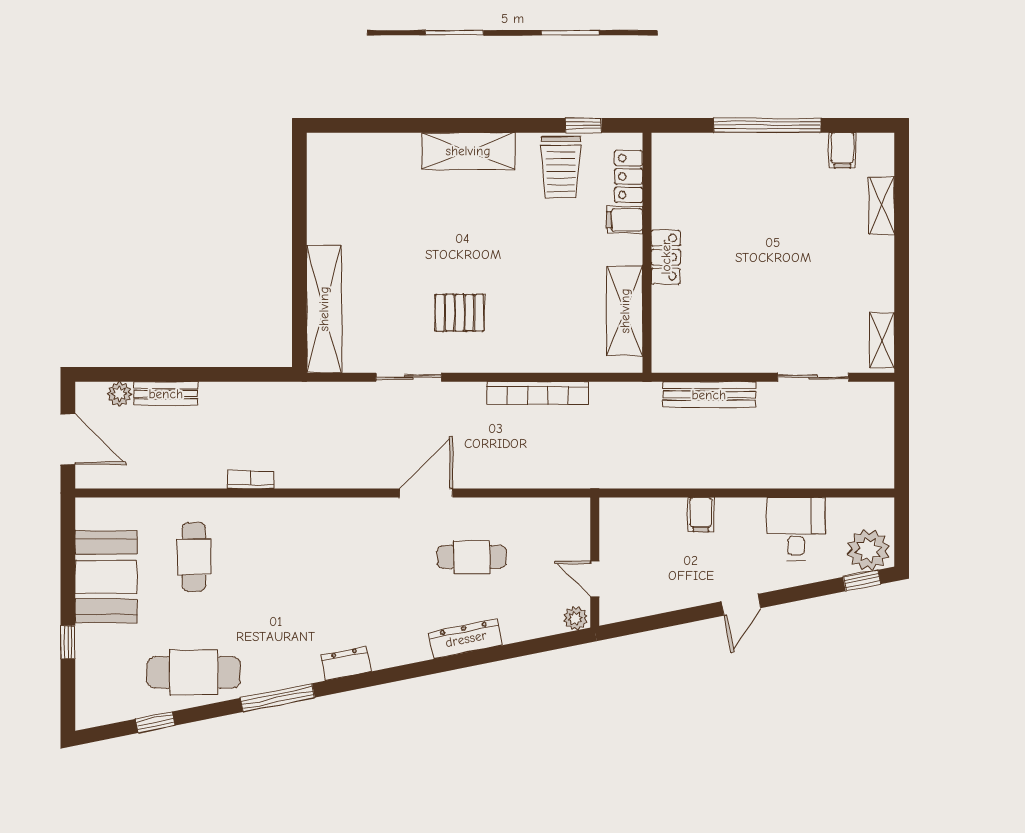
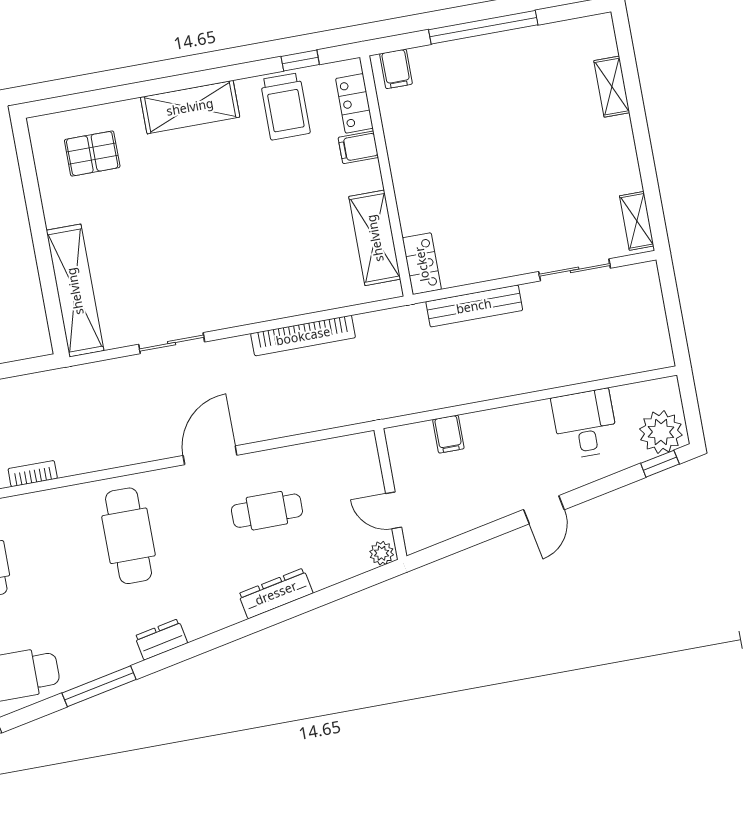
filing cabinet: (842, 150) -> (396, 69), moved
locker: (666, 257) -> (422, 264), moved
pallet: (460, 313) -> (92, 154), moved
filing cabinet: (701, 514) -> (448, 434), moved
cafe table: (333, 557) -> (129, 536), added

